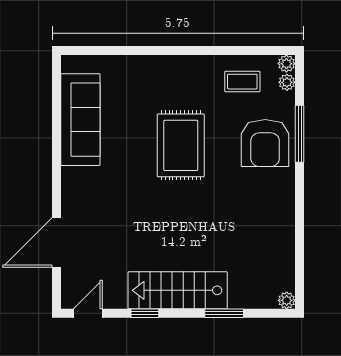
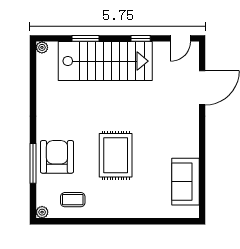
plant: (287, 82) -> (42, 199), removed
sofa: (80, 120) -> (185, 182), width x0.73
stairs: (178, 290) -> (105, 61), width x1.36, depth x1.51

